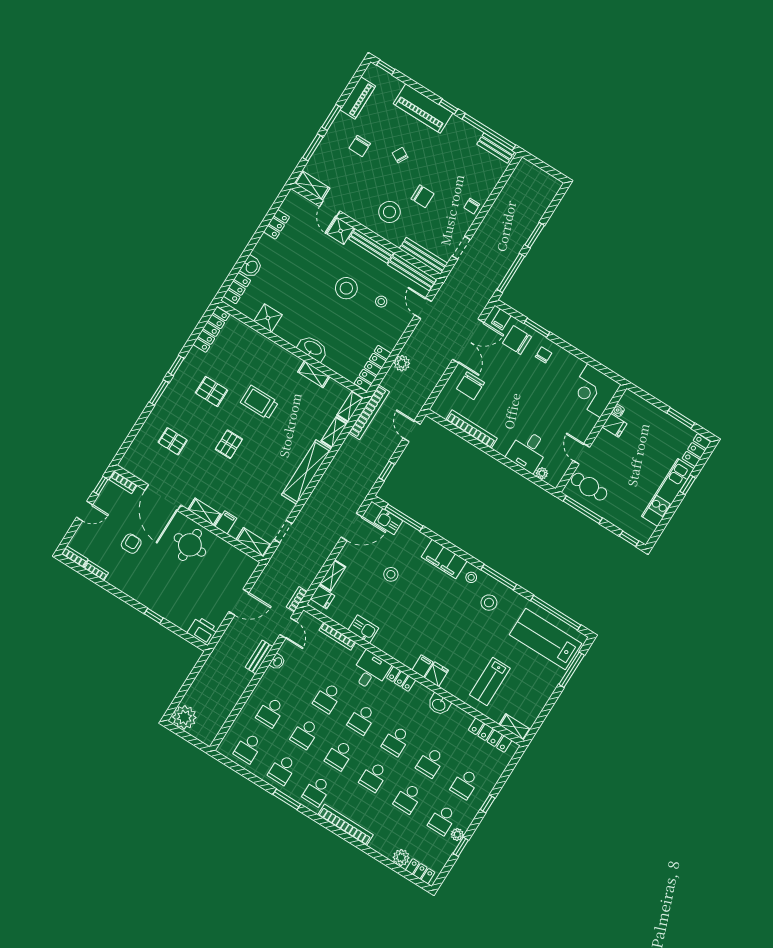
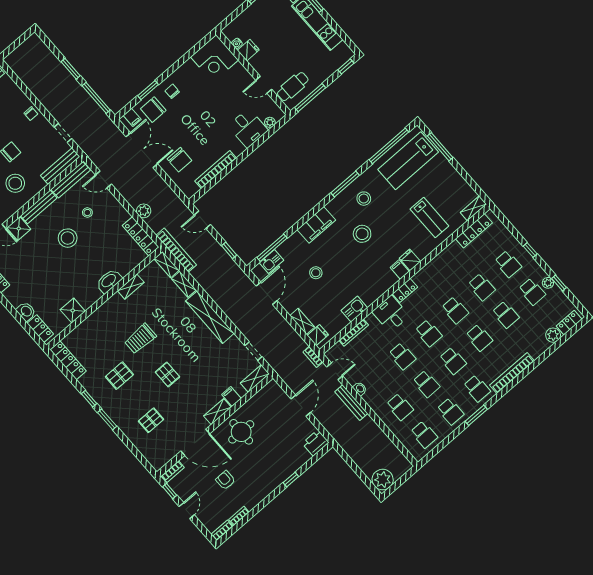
stool: (471, 577) -> (362, 234), moved, width x1.89, depth x1.89
bench: (259, 657) -> (351, 403), width x1.36
washbasin: (439, 704) -> (436, 265), removed

